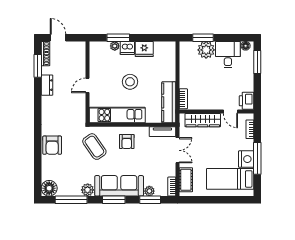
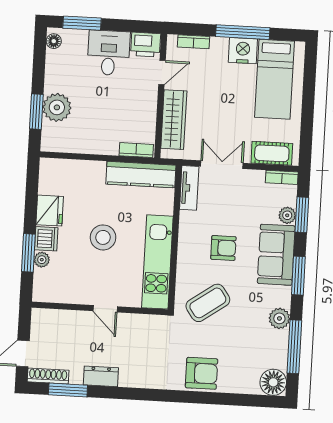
desk: (228, 55) -> (109, 53), moved, turned 90
armchair: (127, 142) -> (223, 248), moved
sofa: (119, 186) -> (276, 255), width x0.73

